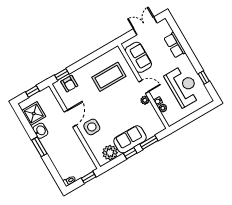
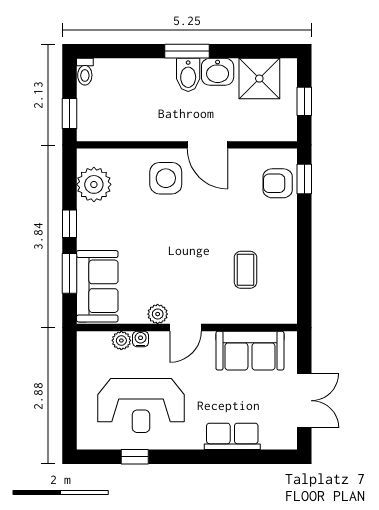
coffee table: (109, 77) -> (245, 270), width x0.54, depth x0.58
sofa: (130, 139) -> (97, 286), moved
bidet: (48, 141) -> (188, 75), added

